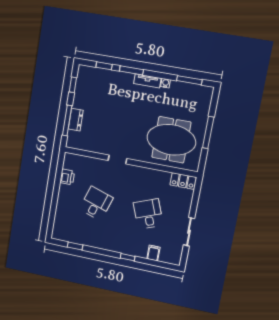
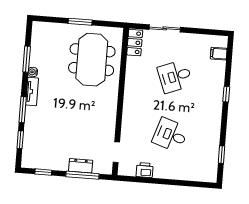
window: (189, 80) -> (27, 59), moved
window: (208, 132) -> (80, 22), width x0.69
doorway: (118, 160) -> (116, 152), moved
sliding door: (189, 232) -> (165, 28), moved
filing cabinet: (153, 253) -> (219, 54), moved

